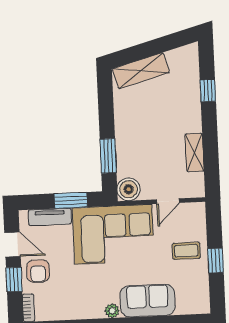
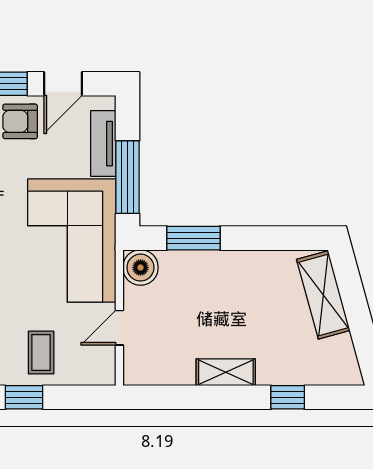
shelving: (195, 152) -> (226, 372), moved
window: (71, 200) -> (127, 177), width x1.44
door: (168, 201) -> (119, 328), hinge flipped

